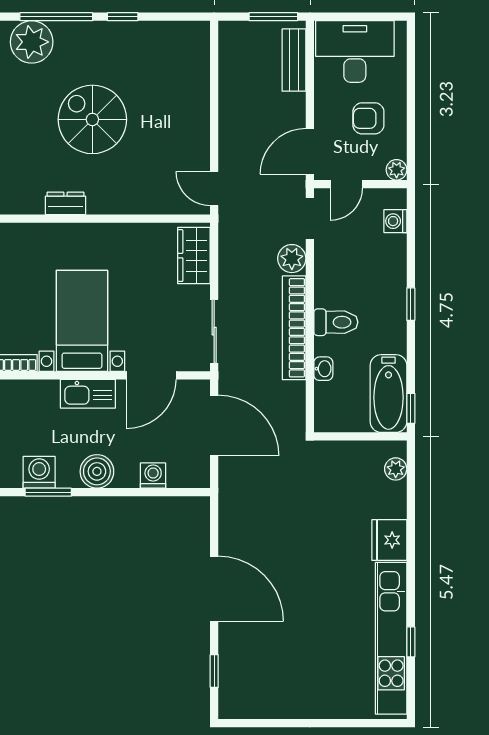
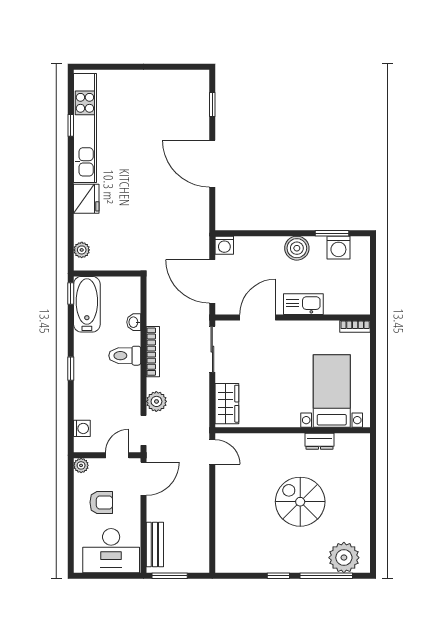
spiral stairs: (92, 119) -> (300, 502), turned 180
bed with nightstands: (82, 321) -> (332, 391), moved, turned 180
bookcase: (294, 328) -> (153, 352), width x0.68, depth x0.76
washing machine: (153, 476) -> (224, 245), moved

